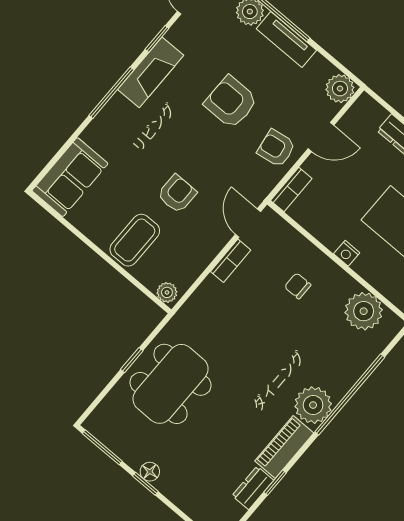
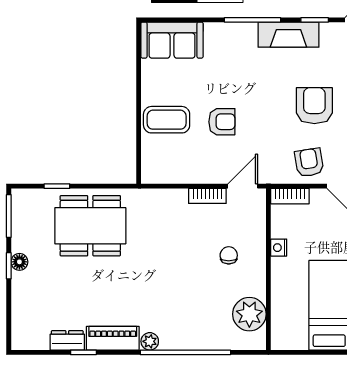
nightstand: (347, 253) -> (279, 248), moved
plant: (167, 292) -> (150, 171), removed
window: (132, 360) -> (57, 186), moved
plant: (313, 405) -> (150, 341), width x0.53, depth x0.53

